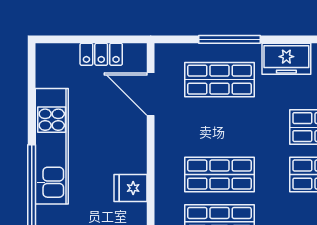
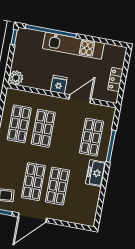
door: (151, 94) -> (80, 99), moved
fridge: (131, 188) -> (59, 84), moved

